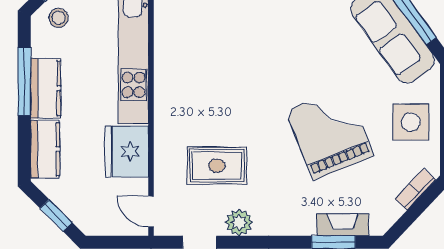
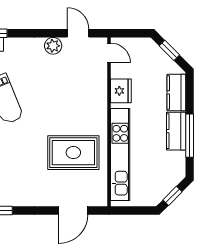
stool: (59, 18) -> (168, 176), removed
fridge: (127, 152) -> (121, 91), width x0.73, depth x0.75
rug: (217, 166) -> (73, 153), moved, width x1.36, depth x1.43

